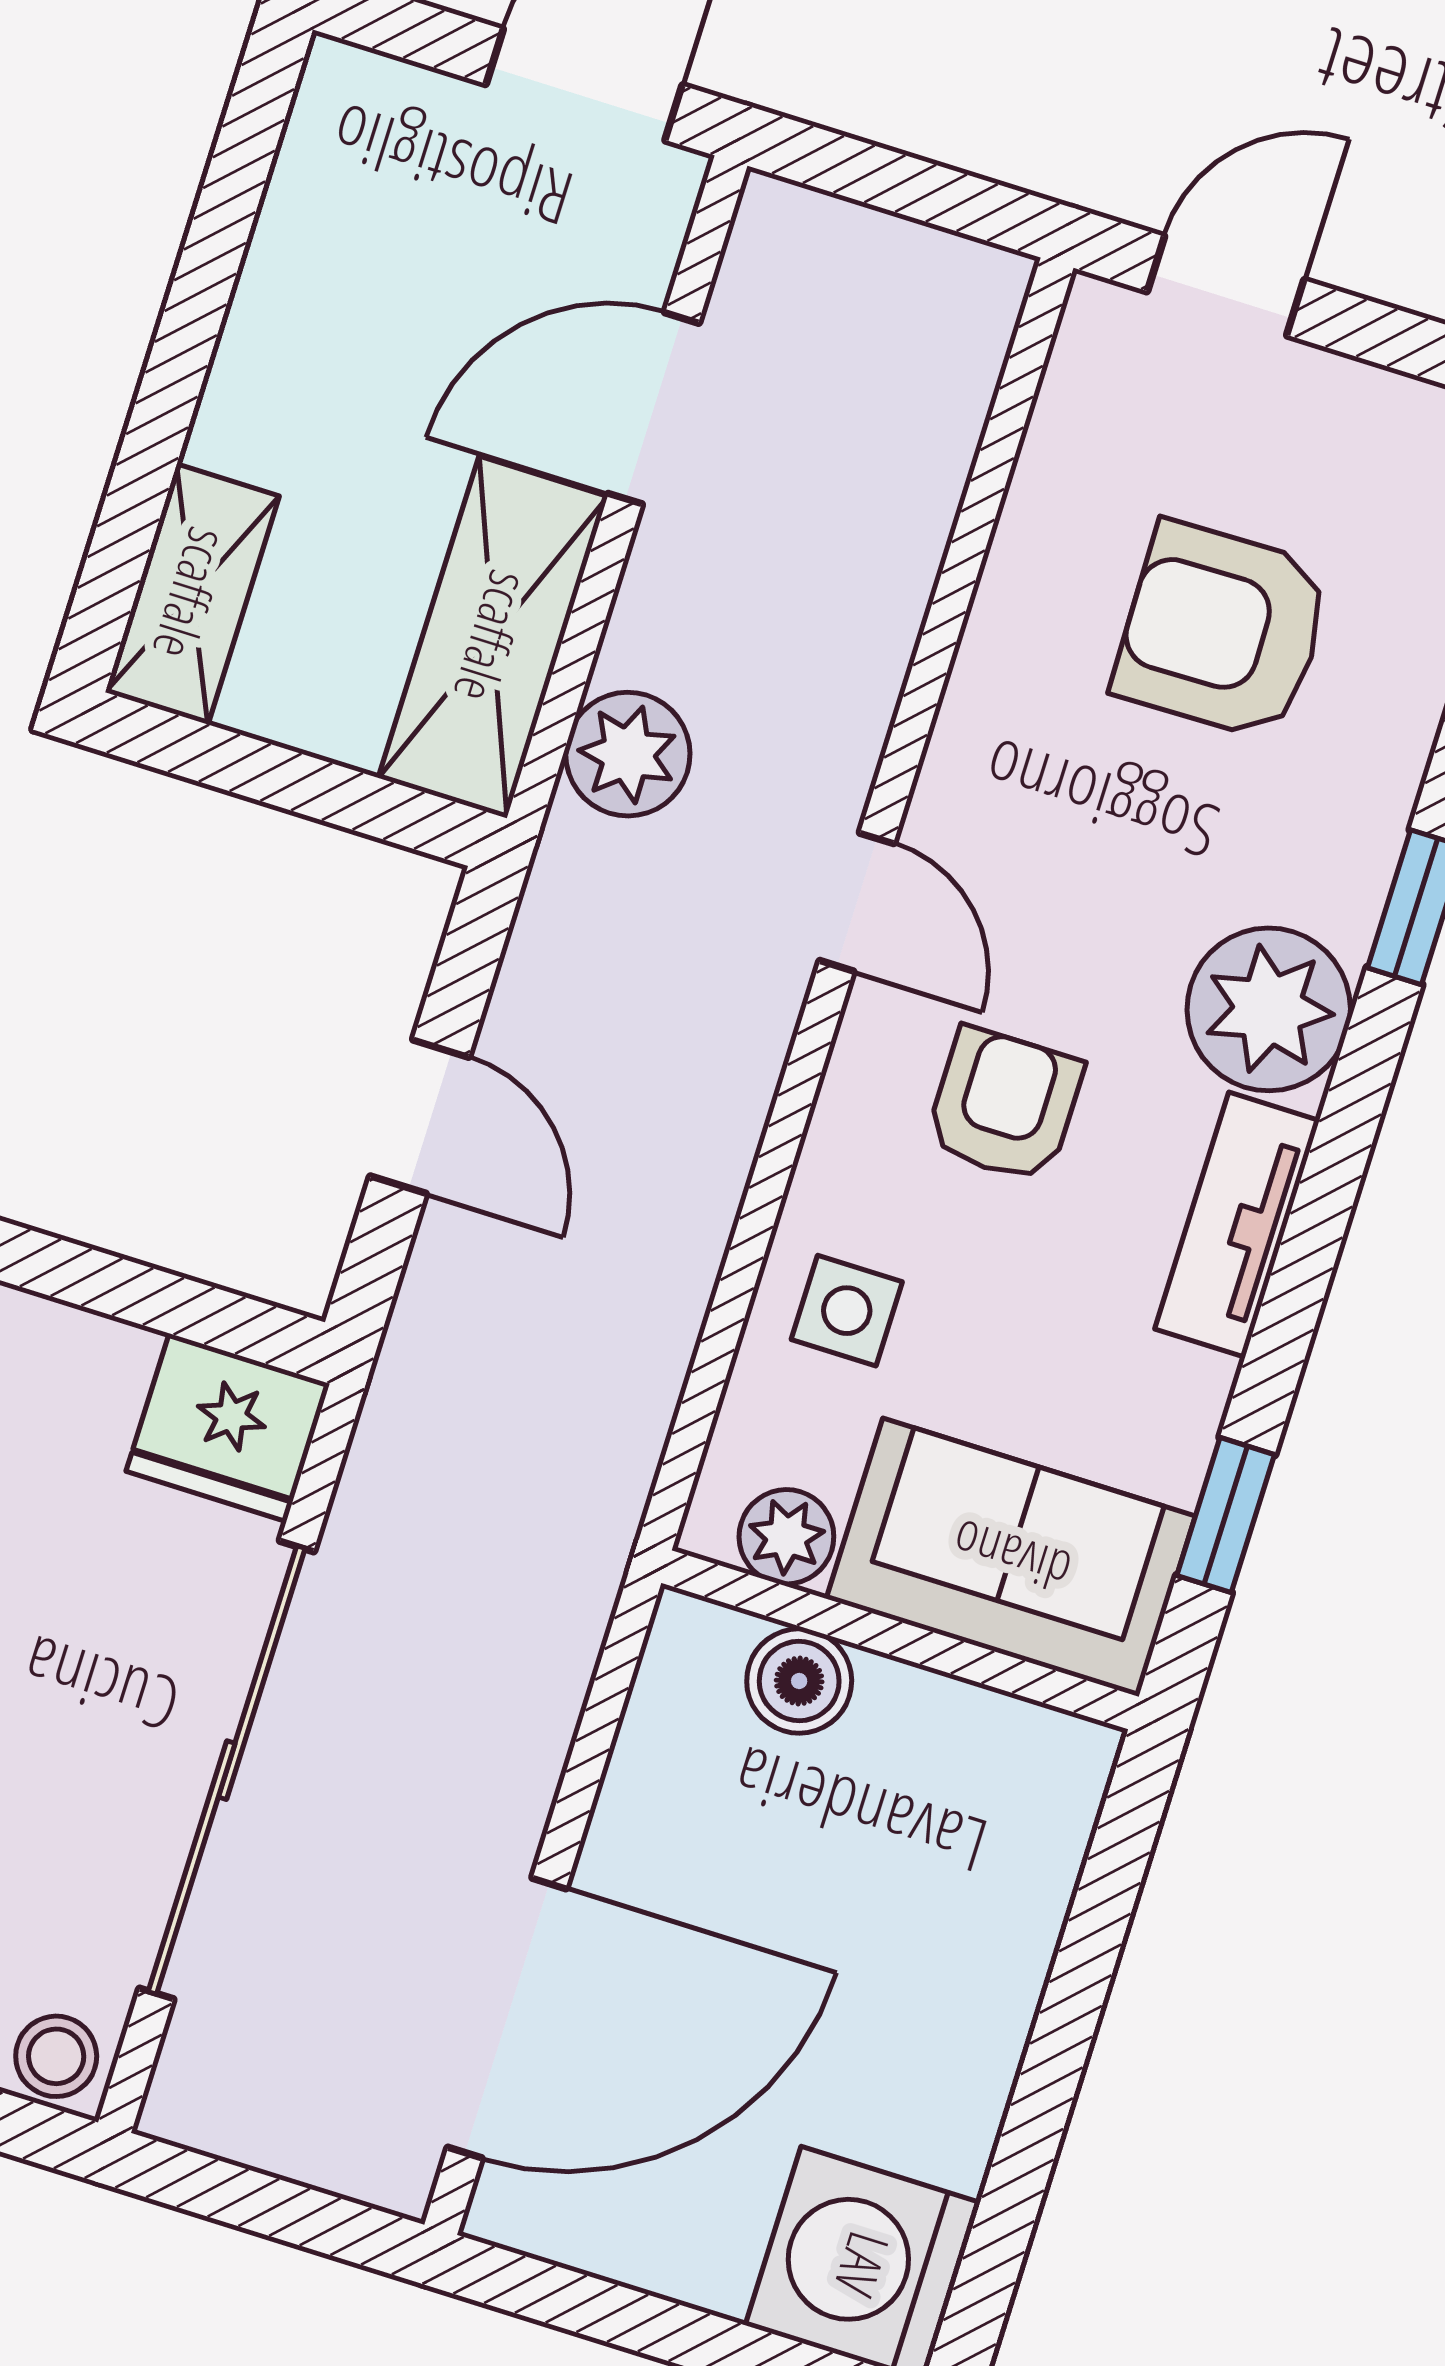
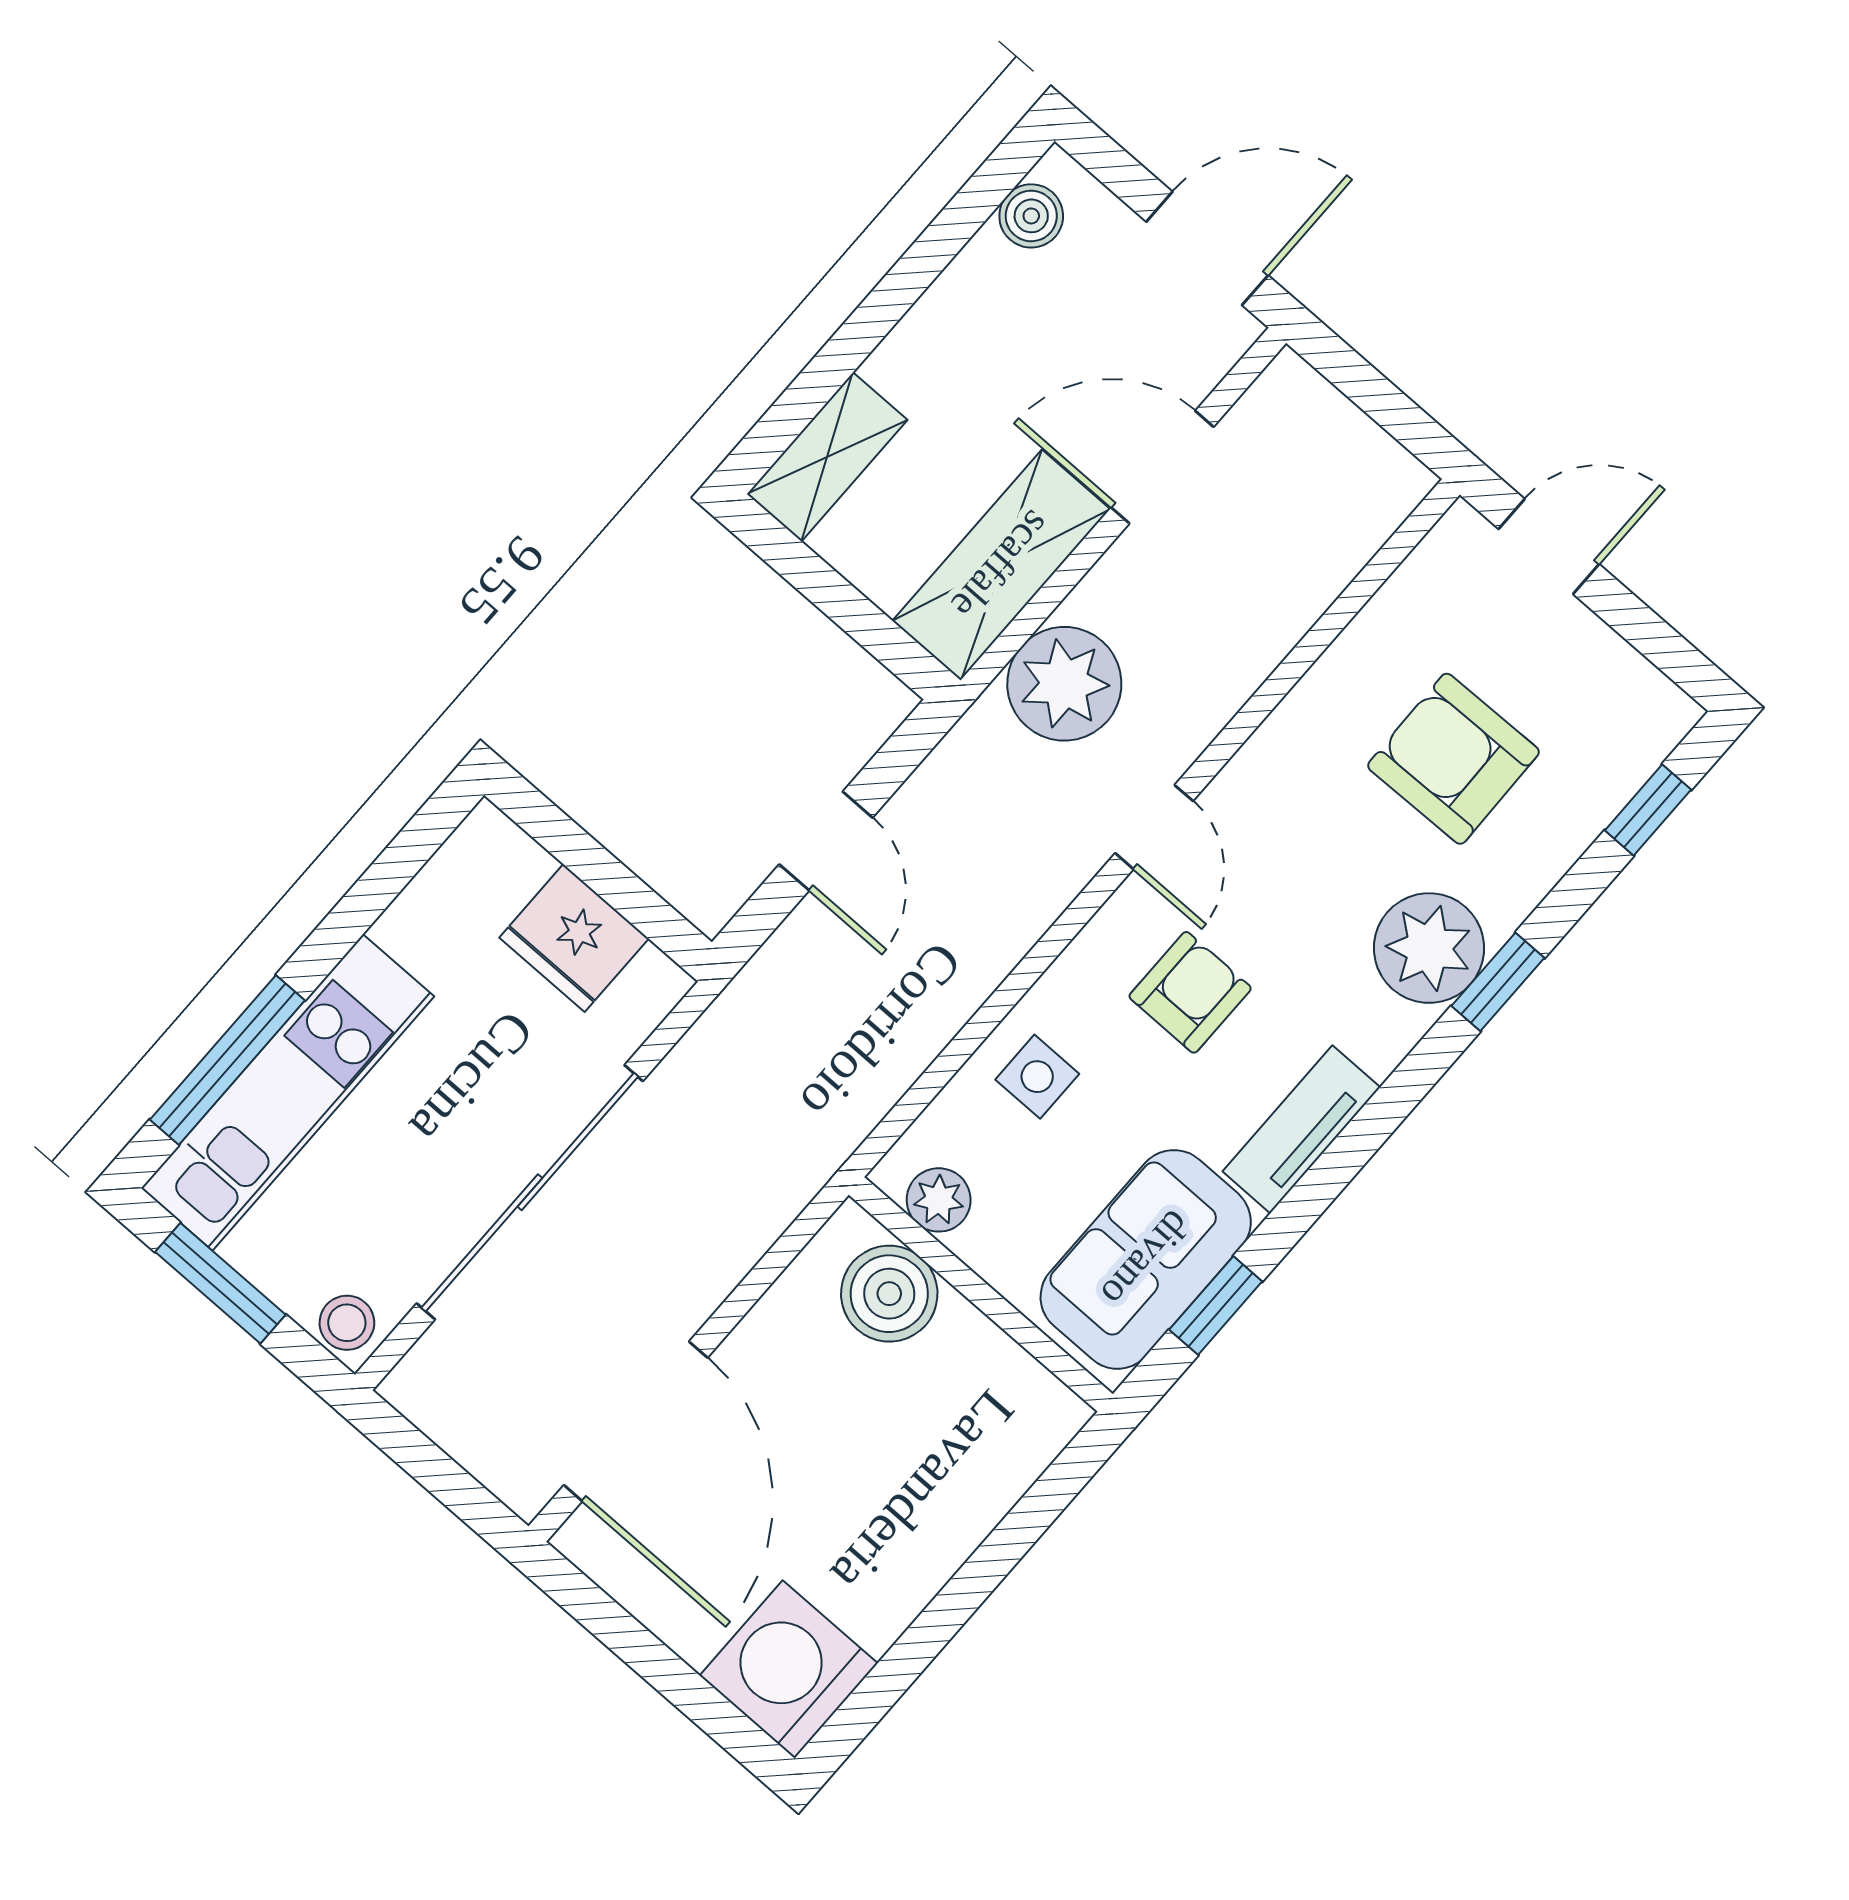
boiler: (326, 145) -> (1031, 216), added
plant: (628, 754) -> (1064, 684), width x1.36, depth x1.36
plant: (1269, 1009) -> (1429, 948), moved
fridge: (228, 1428) -> (574, 938), moved
sofa: (1011, 1557) -> (1146, 1259), moved, turned -90
boiler: (799, 1681) -> (889, 1294), width x1.36, depth x1.36
door: (507, 2018) -> (636, 1421), hinge flipped

